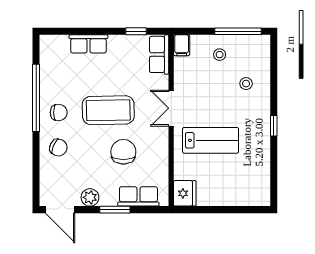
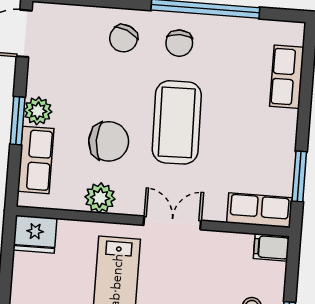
window: (136, 31) -> (299, 176), width x1.50
row of seats: (88, 44) -> (287, 77), moved
plant: (159, 154) -> (100, 198), added
plant: (90, 197) -> (38, 111), moved

